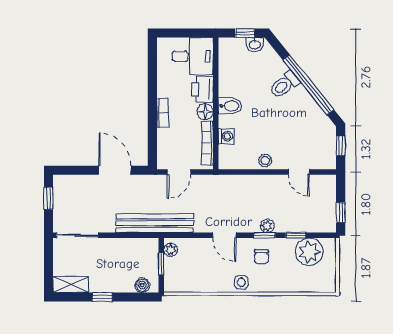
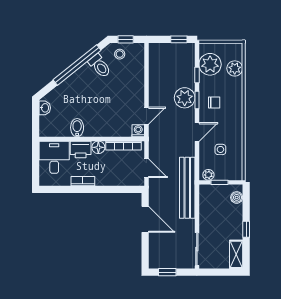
window: (245, 33) -> (36, 115), removed
toilet: (284, 85) -> (100, 66), moved
bidet: (230, 106) -> (77, 128), moved
bookcase: (163, 113) -> (83, 181), moved
washing machine: (226, 136) -> (138, 131), moved
stool: (265, 160) -> (120, 54), moved
door: (115, 170) -> (145, 219), swing flipped
door: (299, 172) -> (146, 116), moved
plant: (267, 226) -> (185, 98), width x1.88, depth x1.88
side table: (241, 282) -> (220, 149), moved
plant: (304, 283) -> (235, 68), added

